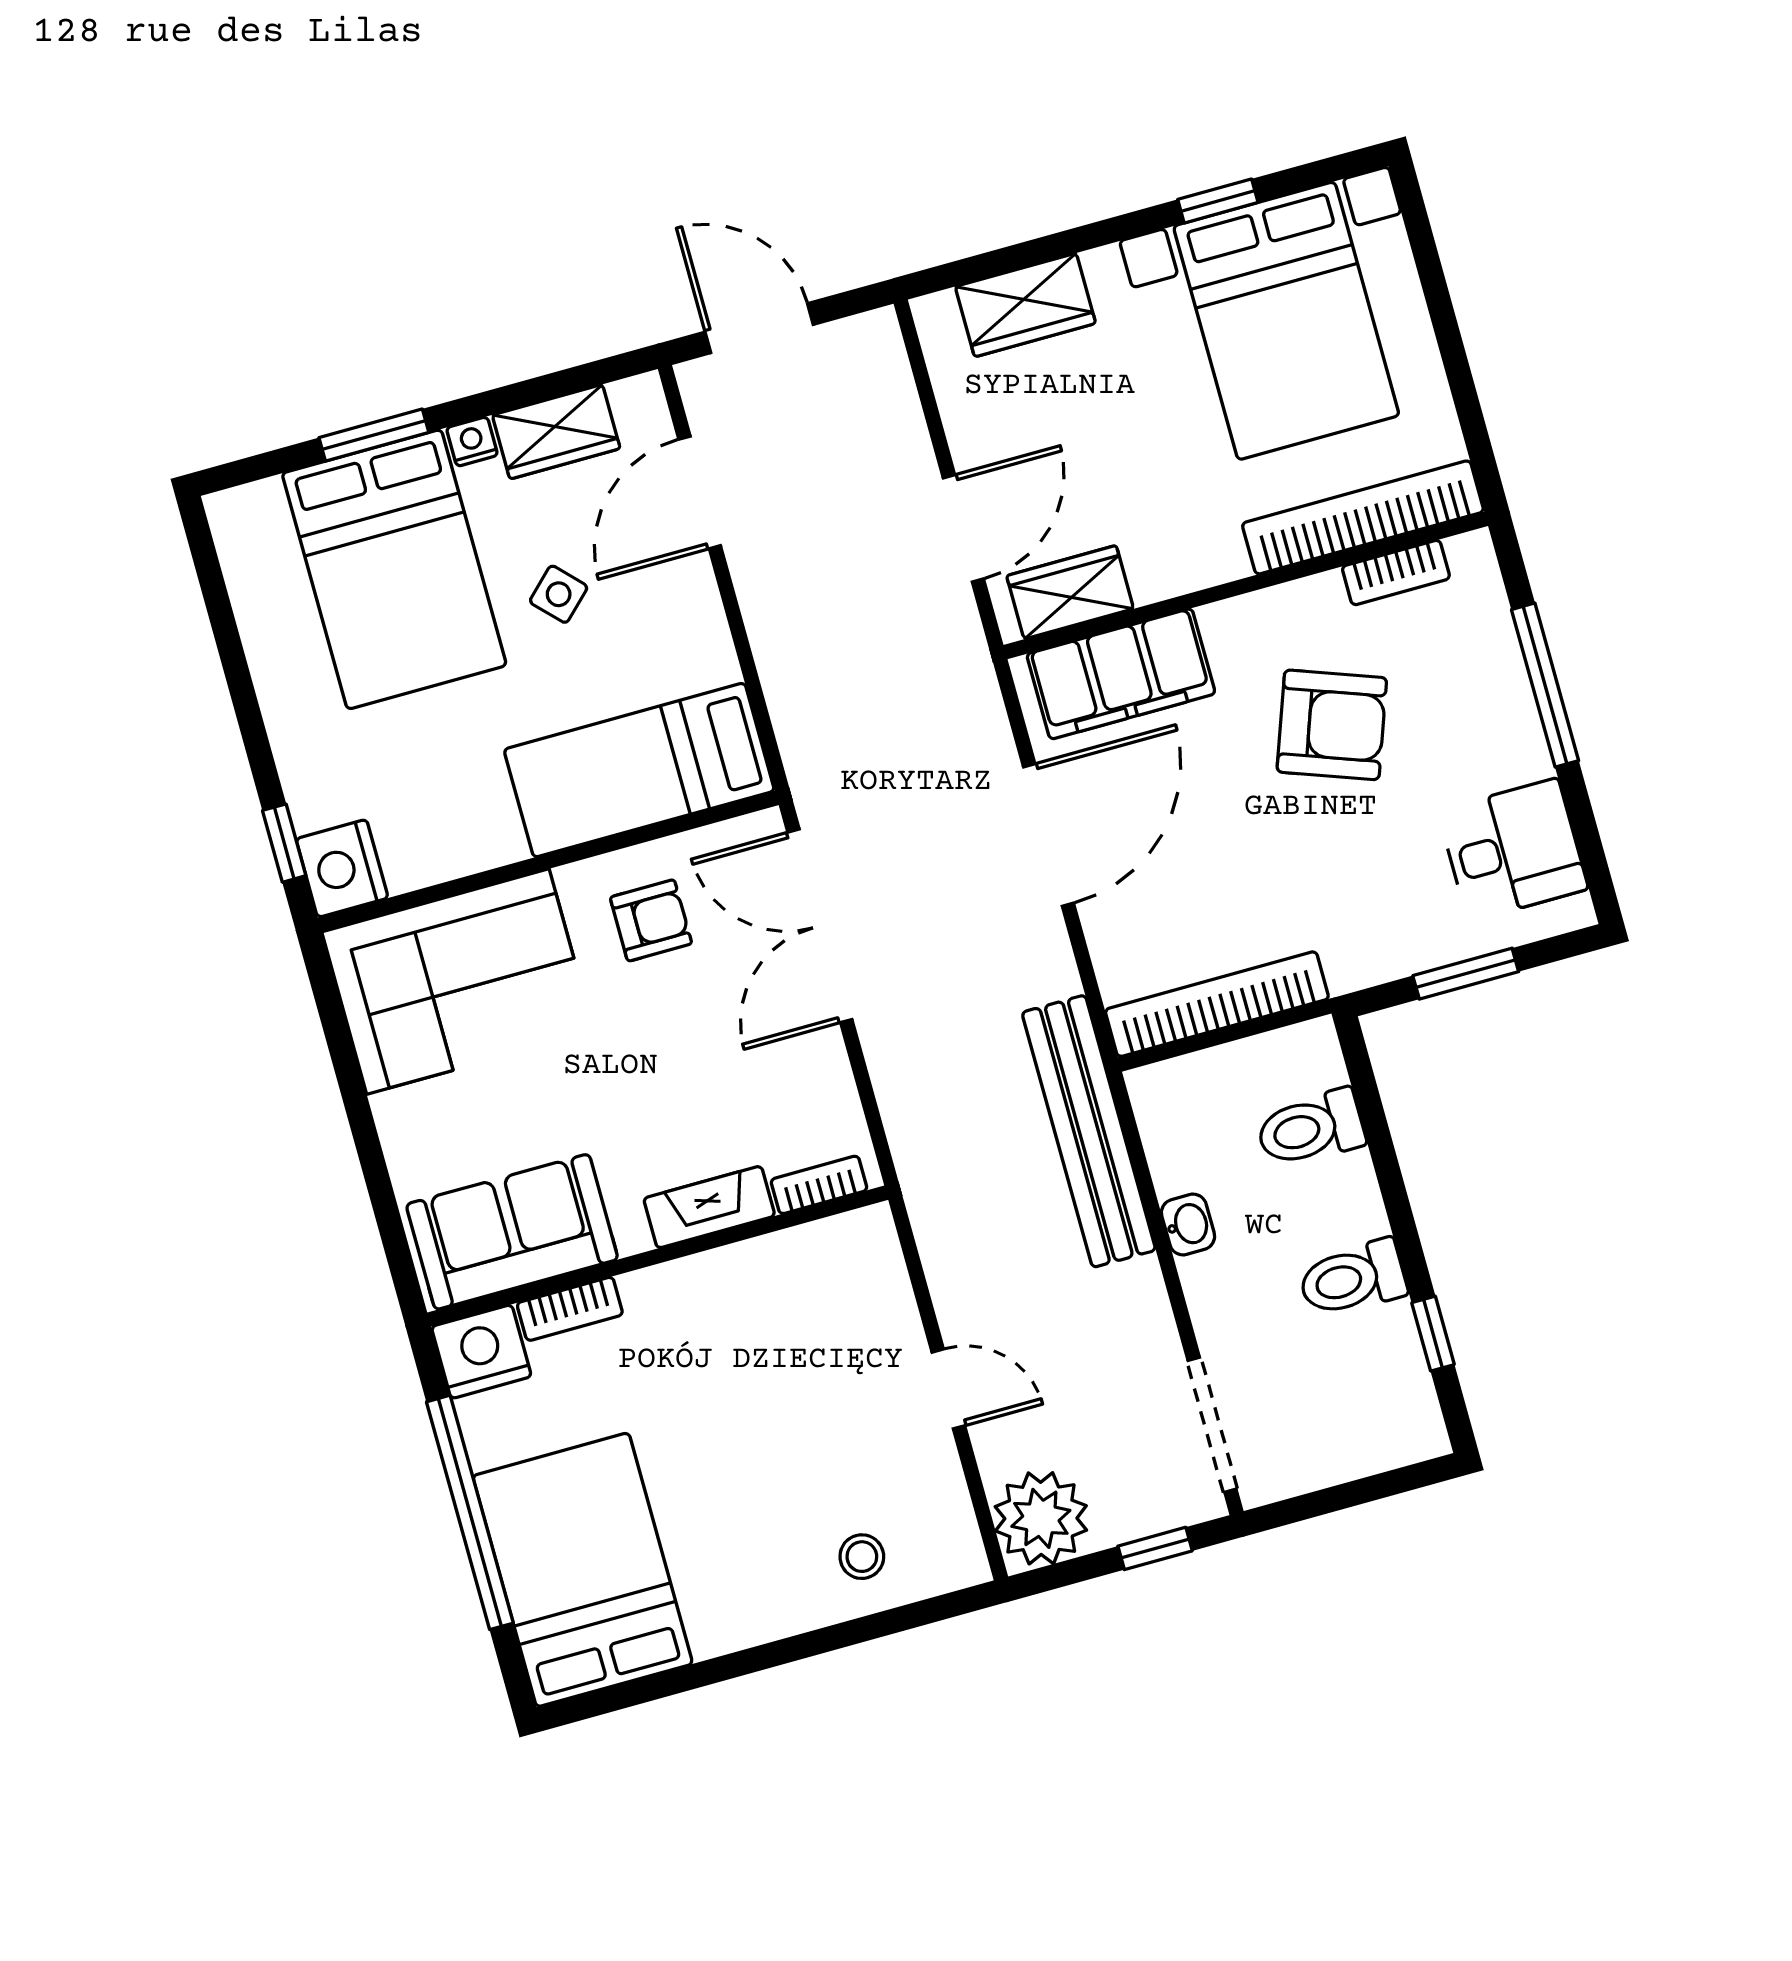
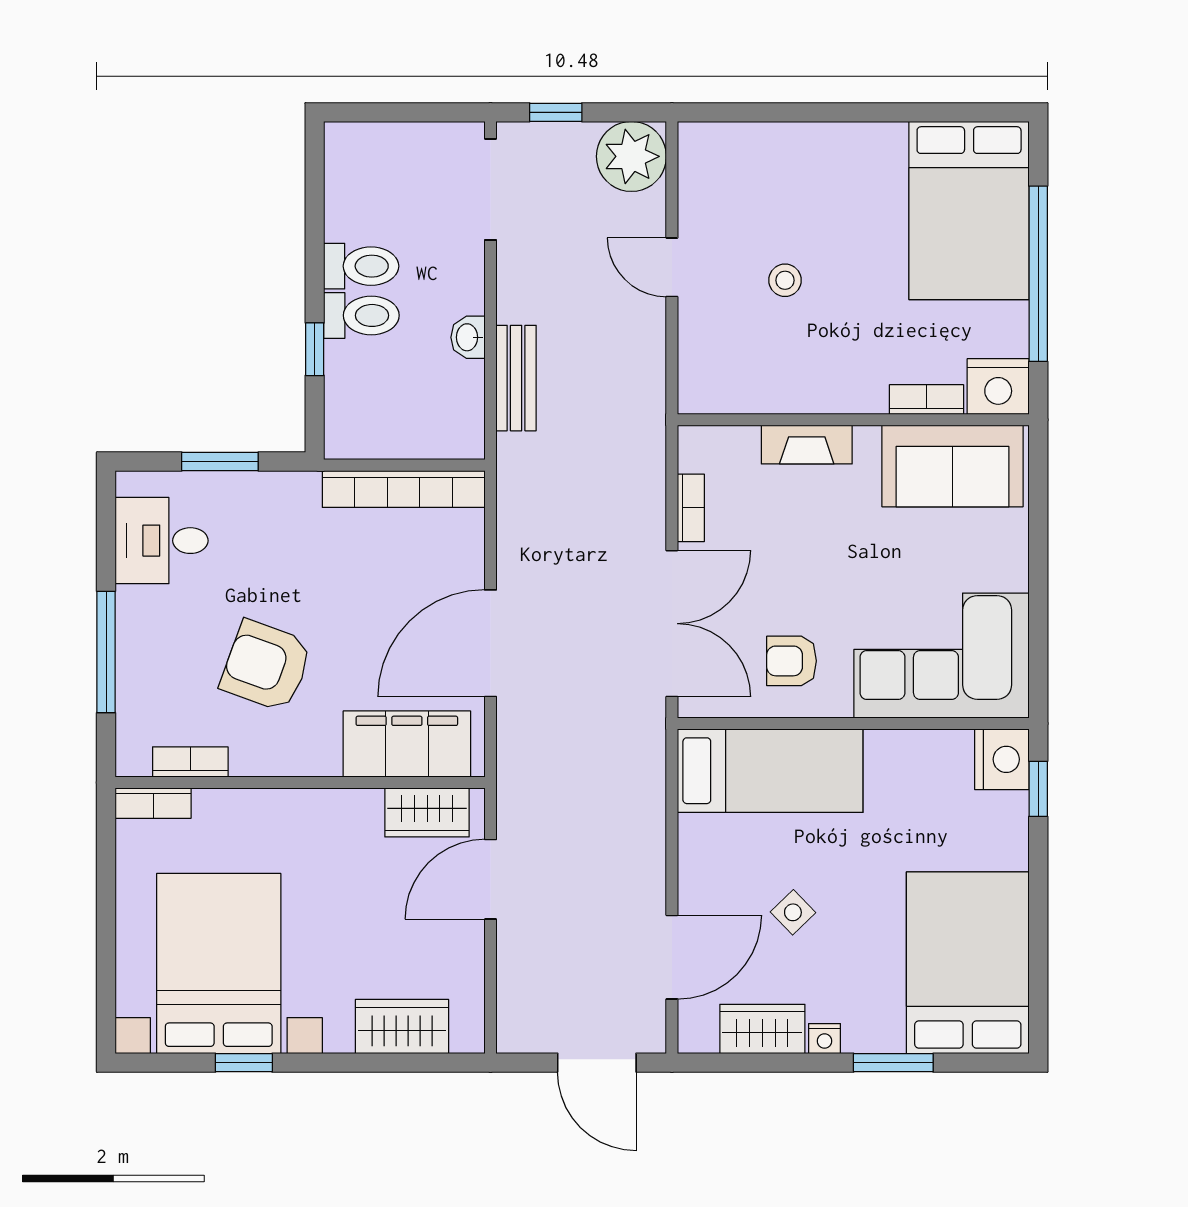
bookcase: (1363, 517) -> (153, 803), width x0.43, depth x0.76
bed: (394, 569) -> (968, 963), moved
toilet: (1311, 1128) -> (361, 315), moved
bench: (1089, 1131) -> (516, 378), width x0.54, depth x0.82
bookcase: (819, 1185) -> (691, 508), moved, turned -90
window: (1433, 1334) -> (315, 349), moved
stool: (862, 1557) -> (785, 280), moved

